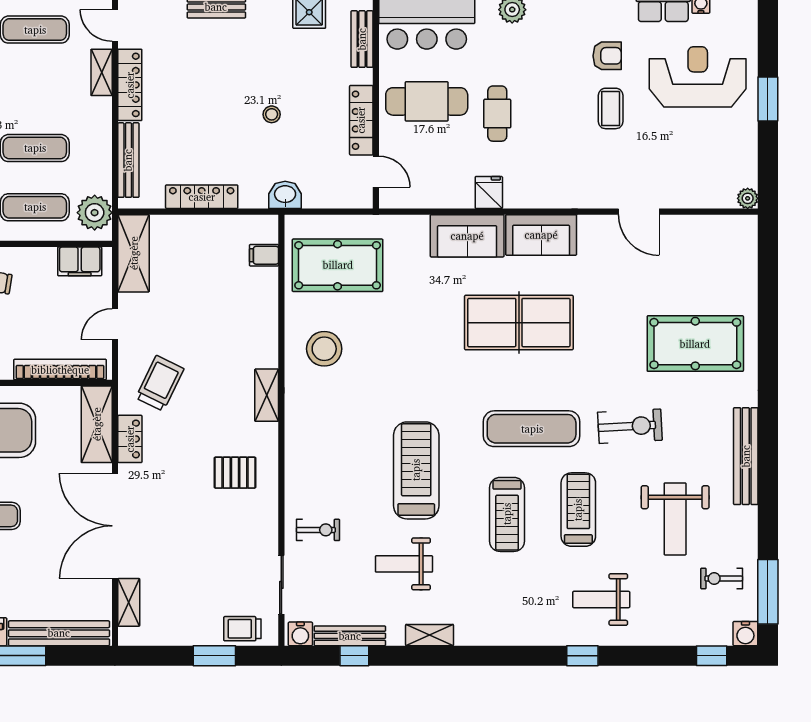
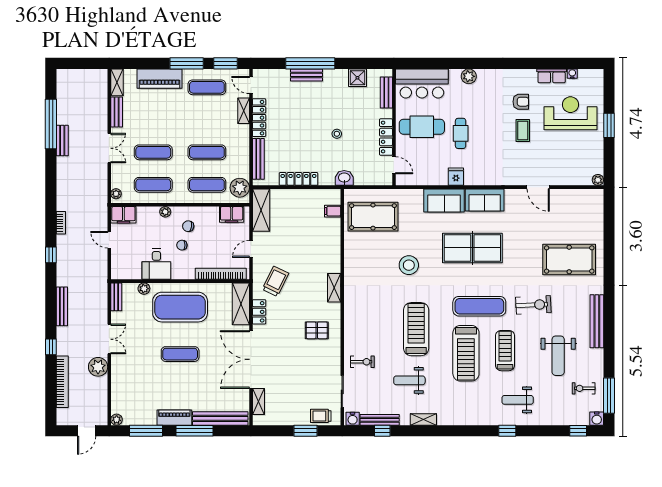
stool: (324, 349) -> (409, 265), moved
treadmill: (507, 514) -> (466, 353), width x1.37, depth x1.38

